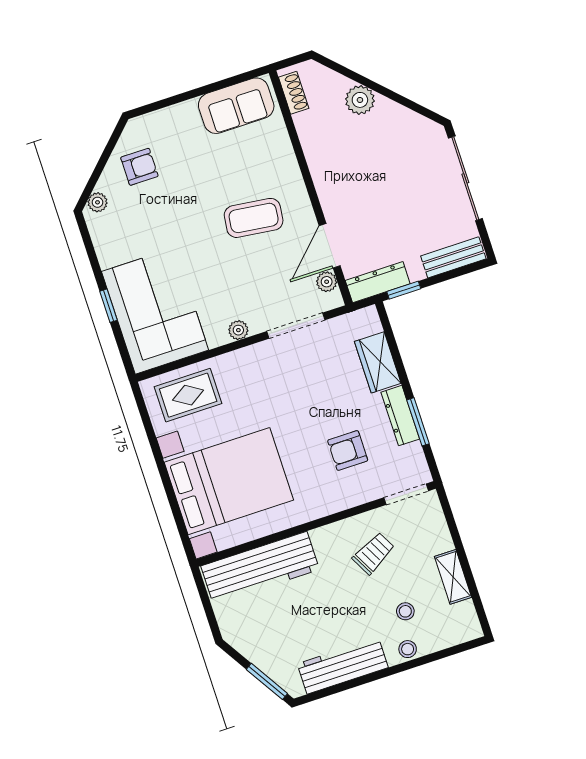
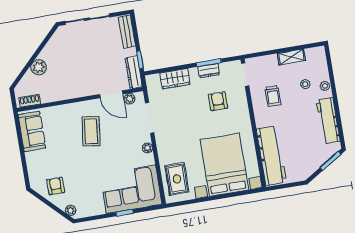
dresser: (400, 416) -> (209, 71), width x0.70
armchair: (348, 450) -> (218, 101), turned 180
trolley: (374, 553) -> (273, 96), turned -152

